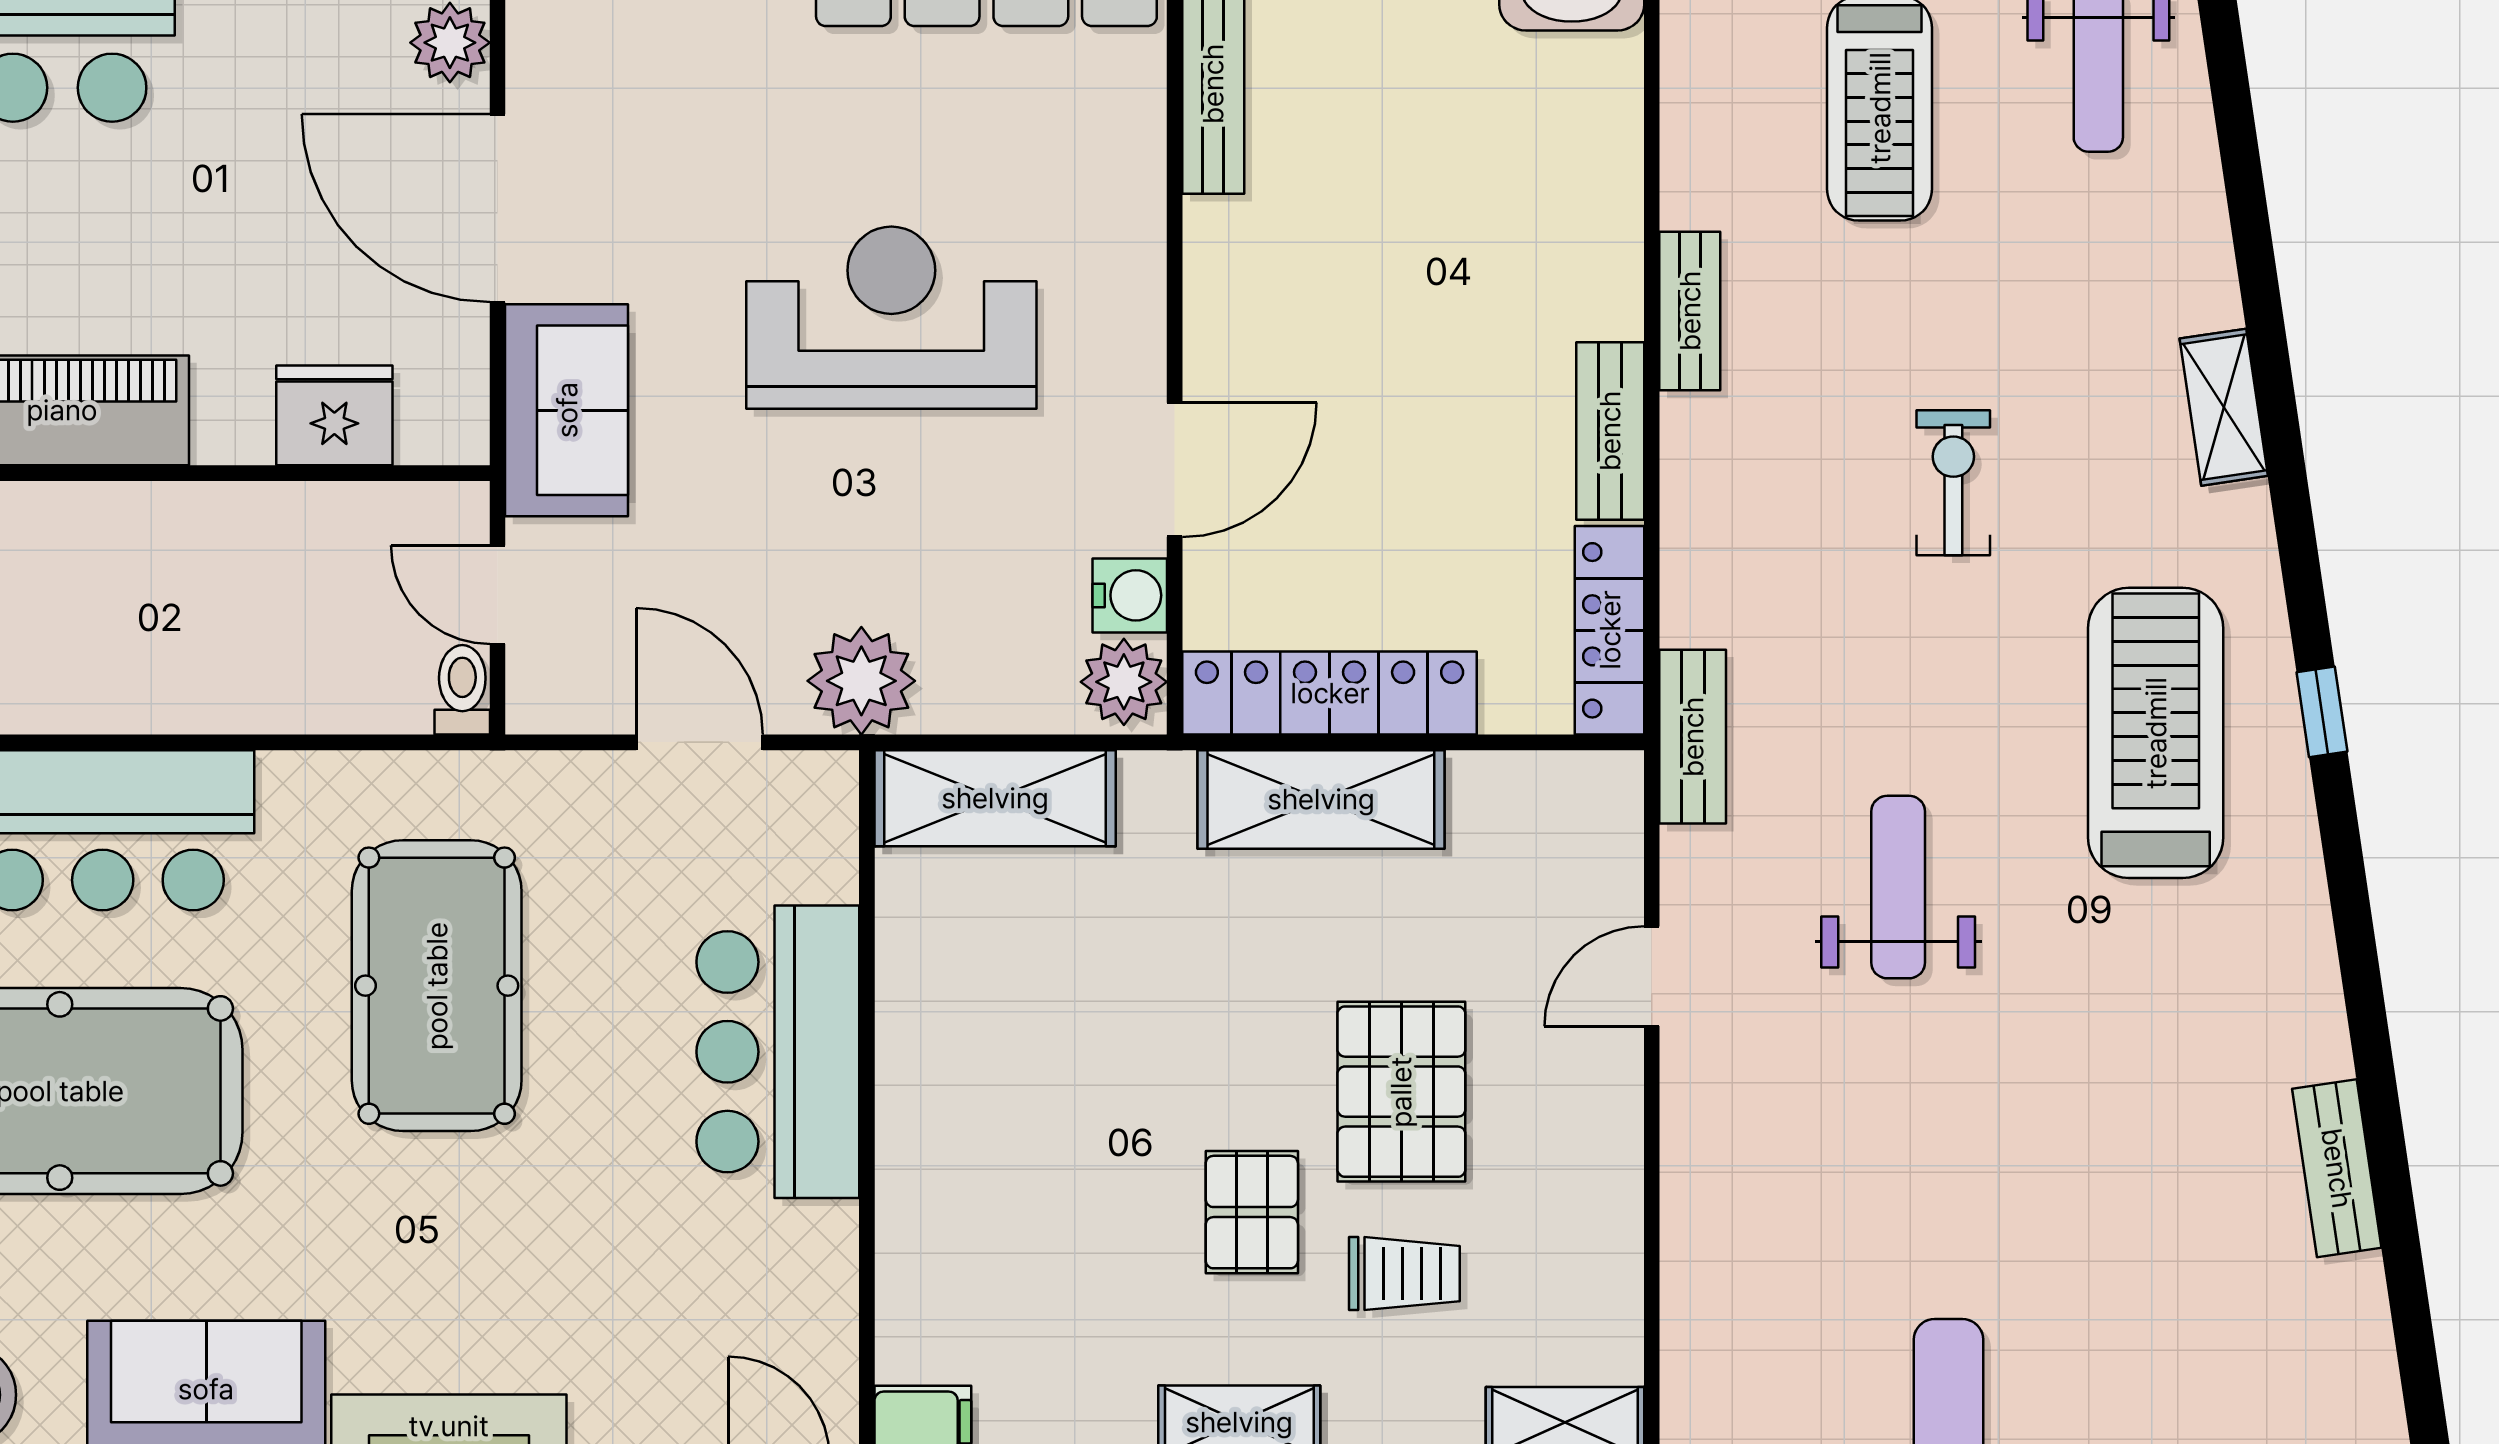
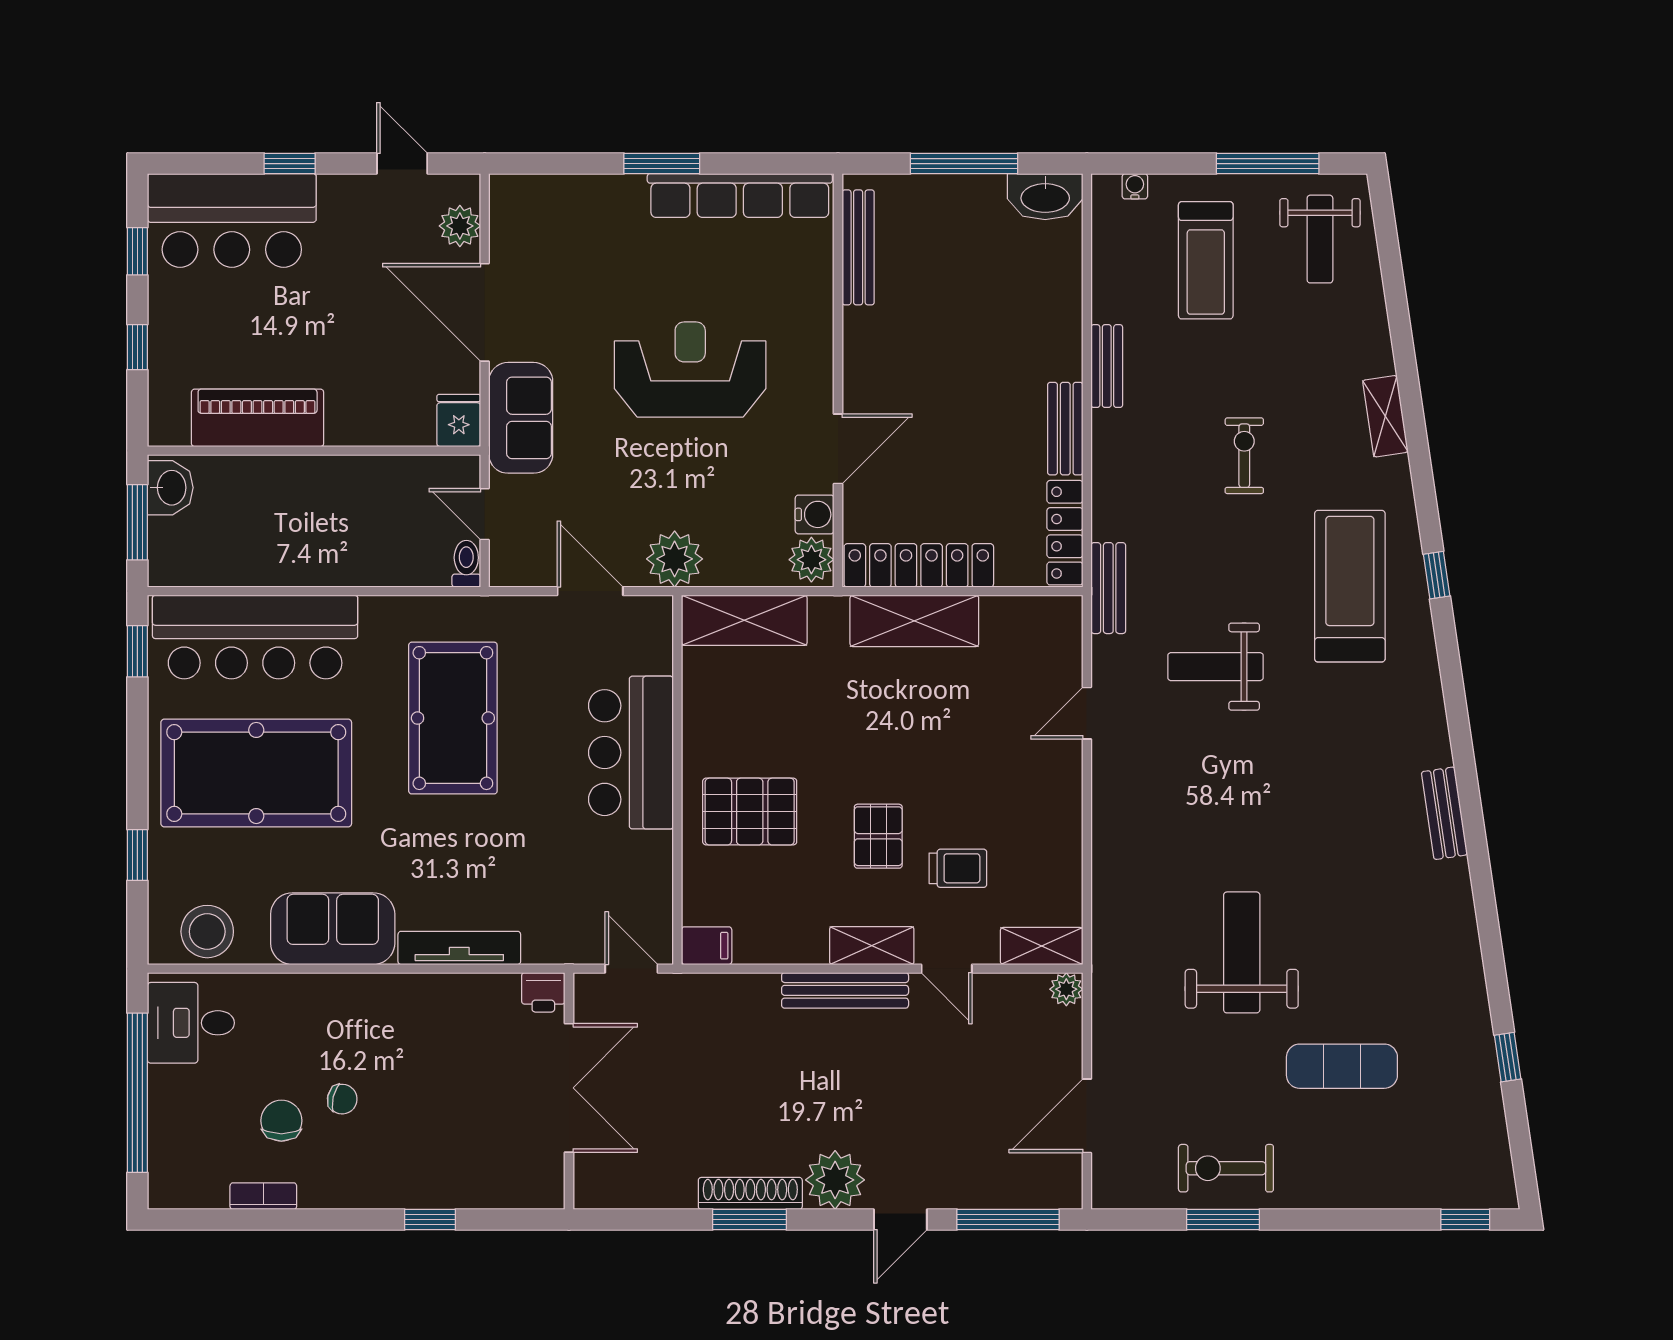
fridge: (334, 415) -> (459, 420), moved, width x0.72
weight bench: (1898, 887) -> (1215, 667), turned -90
pallet: (1401, 1092) -> (750, 812), moved, turned 90

